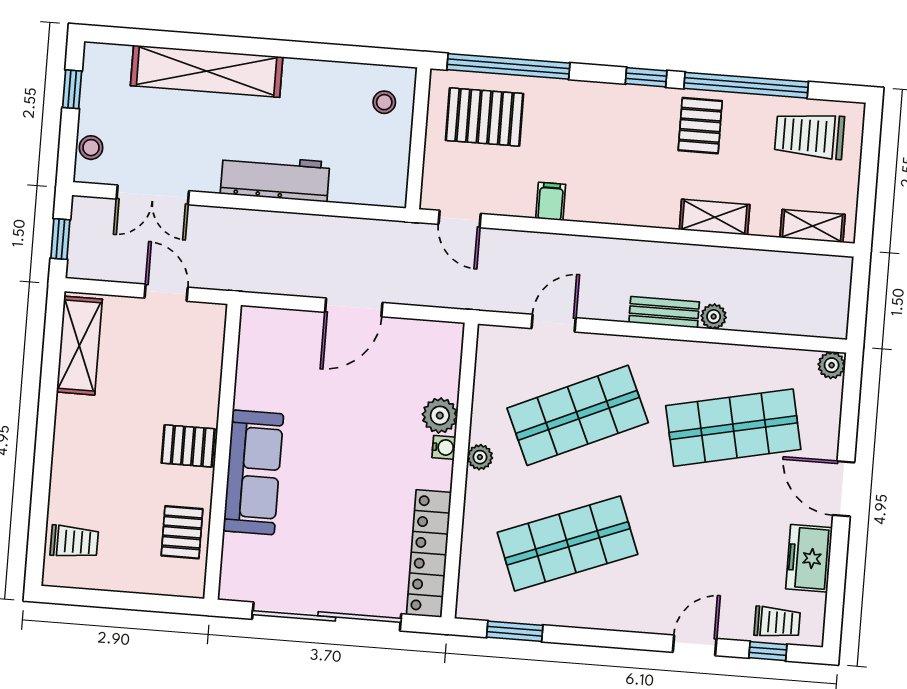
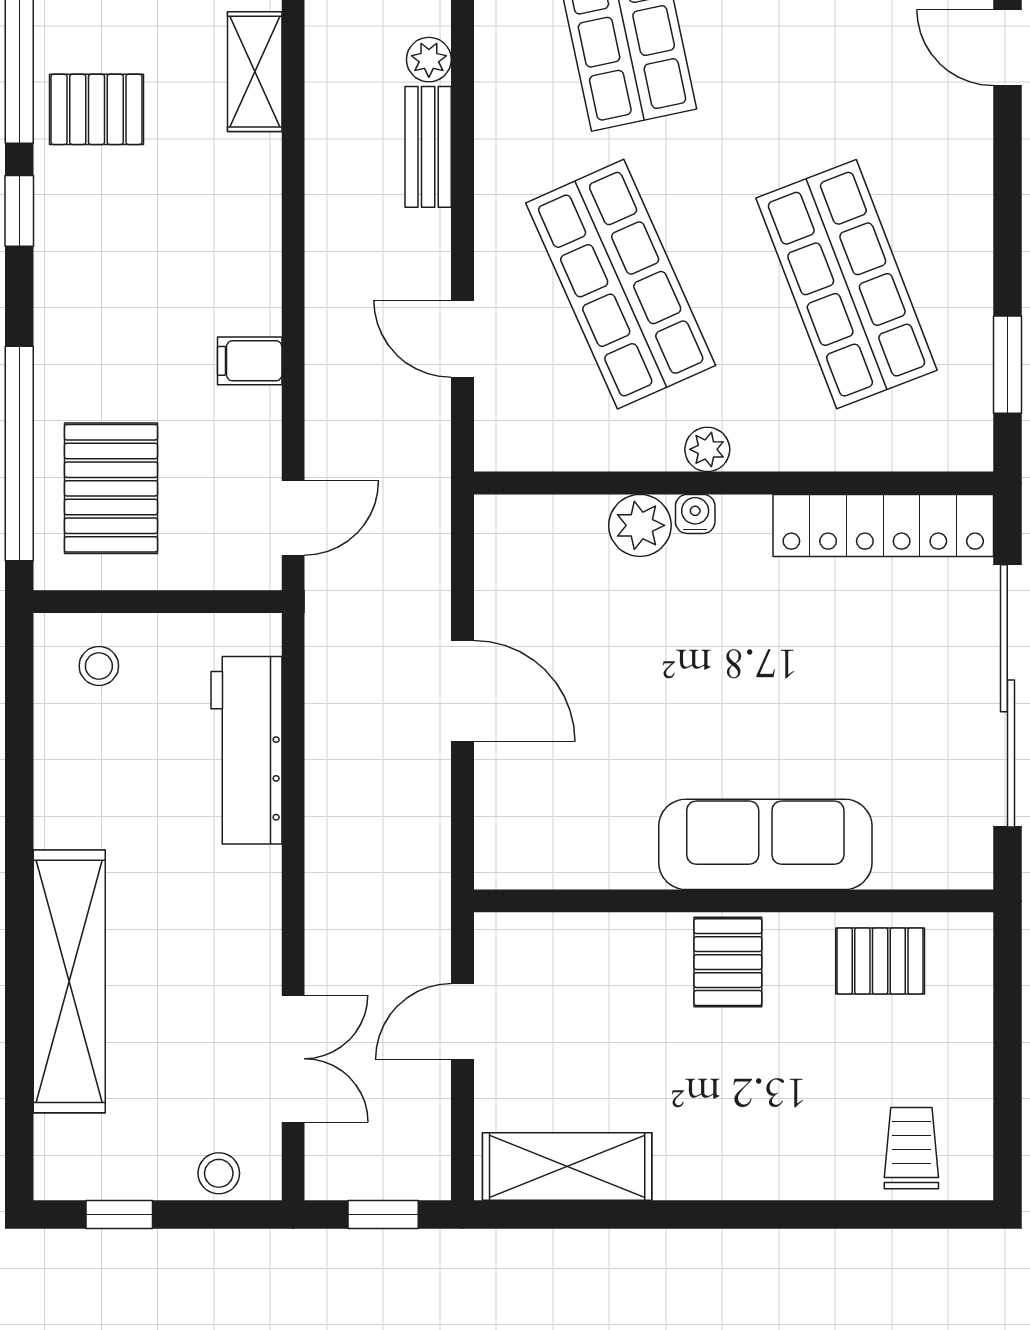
workbench: (275, 178) -> (246, 750), moved

